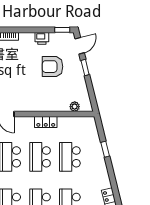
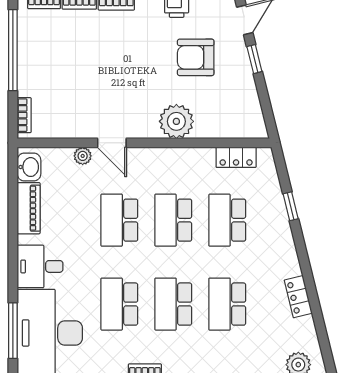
plant: (75, 107) -> (176, 121), moved, width x1.88, depth x1.88
locker: (46, 122) -> (236, 157), moved

